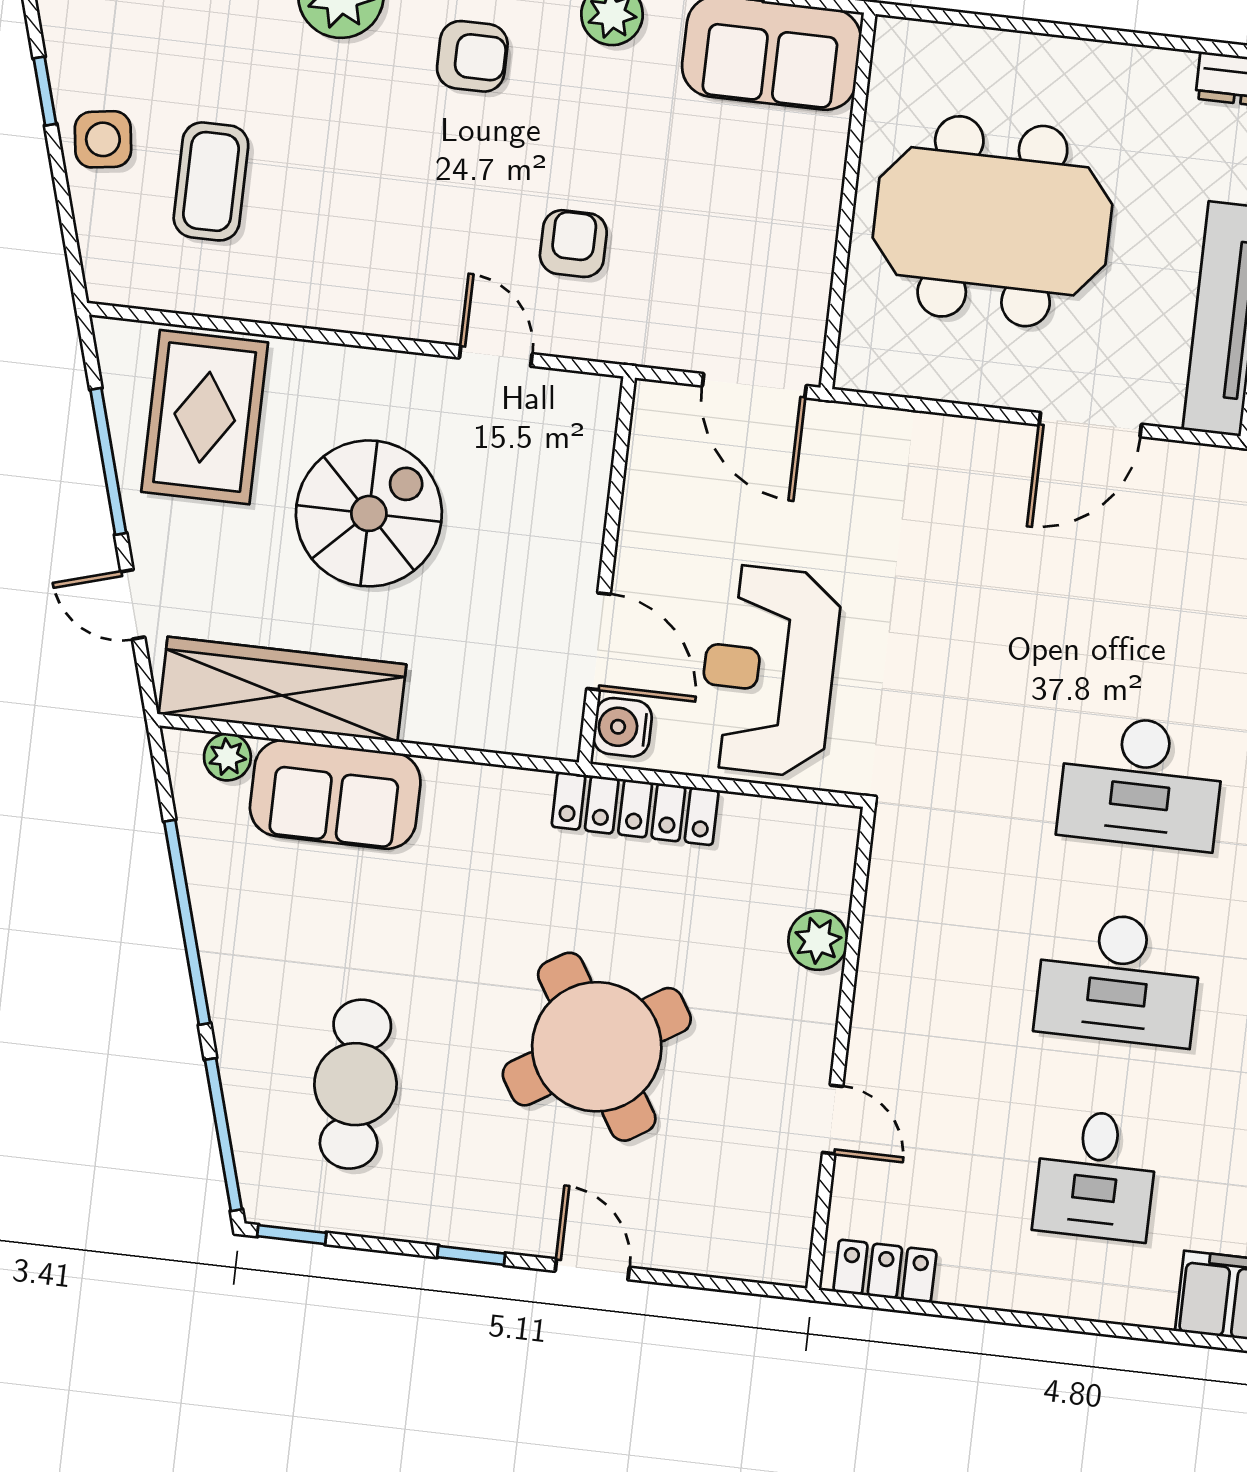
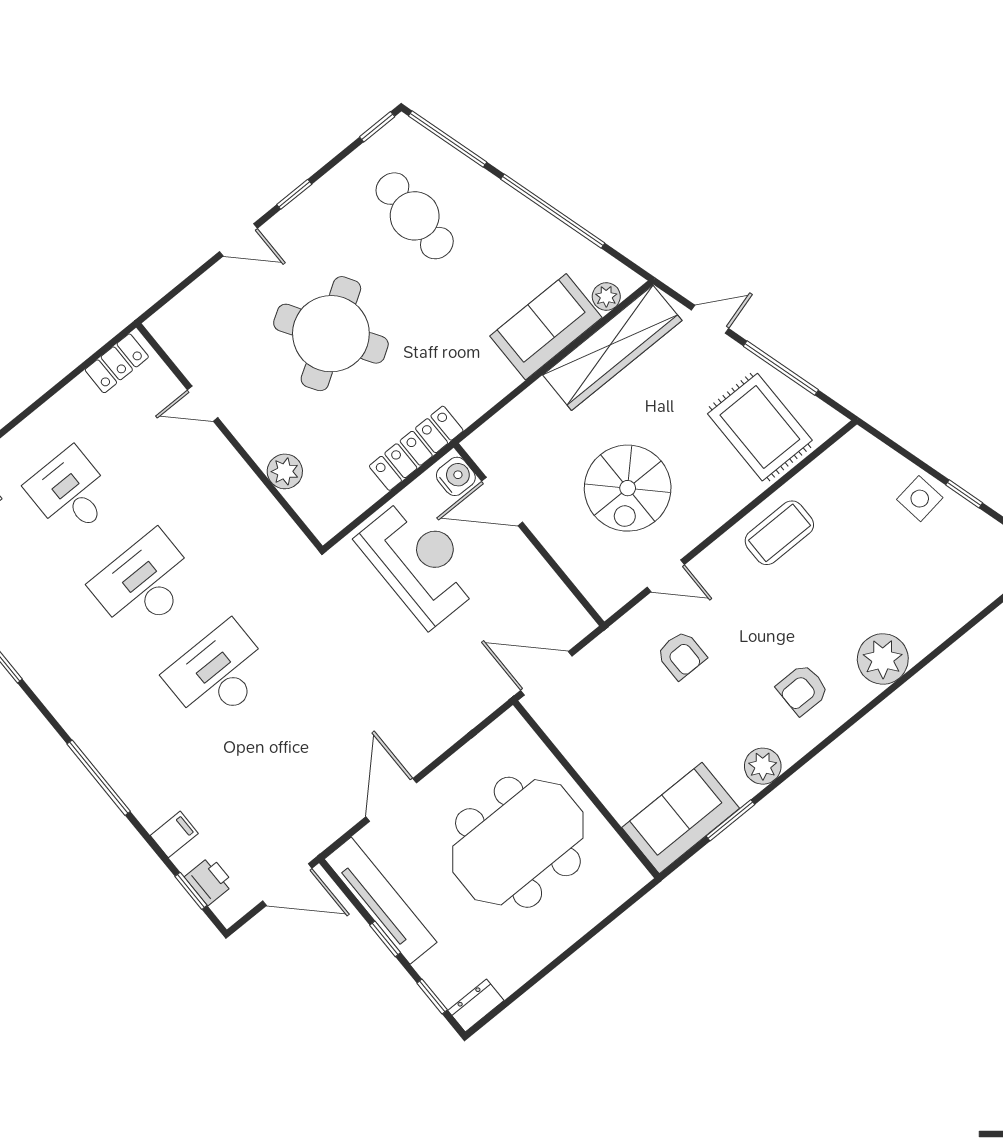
coffee table: (211, 181) -> (779, 533), moved, turned 90
spiral stairs: (369, 513) -> (628, 488), moved

